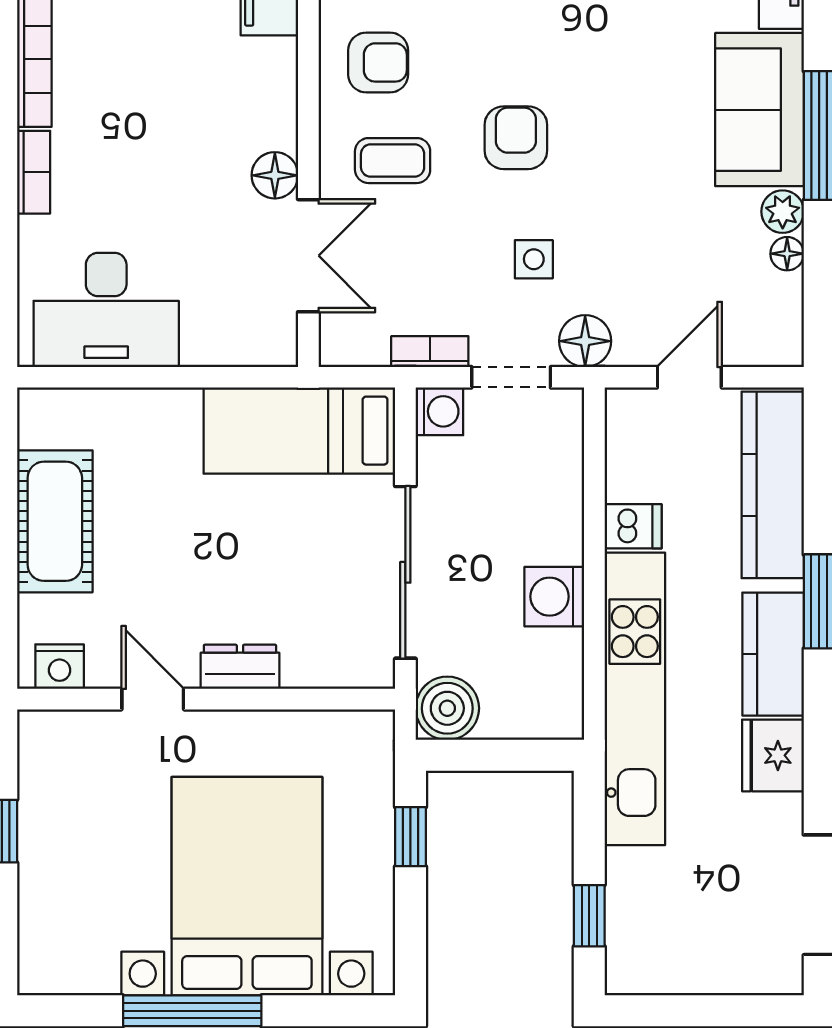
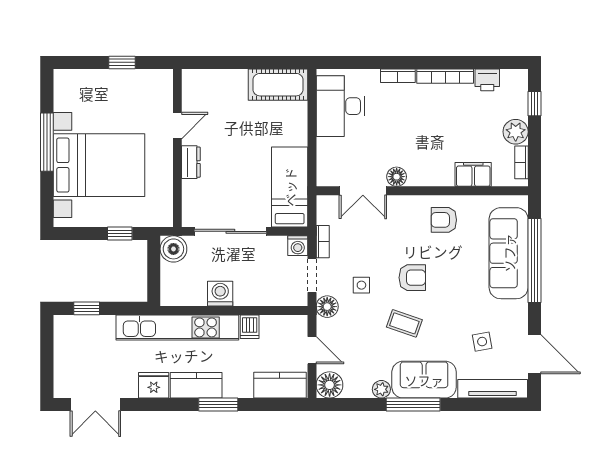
armchair: (378, 62) -> (444, 220), turned 90
coffee table: (393, 161) -> (404, 323), moved, turned -71
floor lamp: (787, 254) -> (330, 385), moved, width x1.89, depth x1.89
kitchen counter: (773, 485) -> (280, 385), width x0.67
cot: (55, 521) -> (278, 85), moved
nightstand: (60, 667) -> (191, 87), removed

